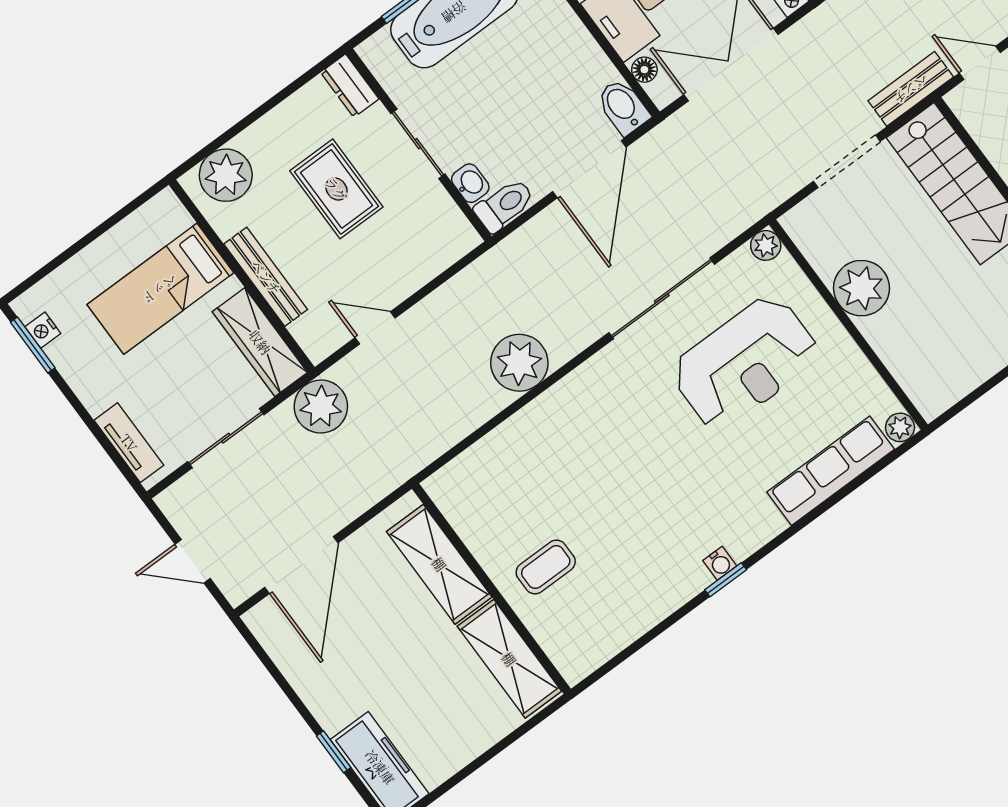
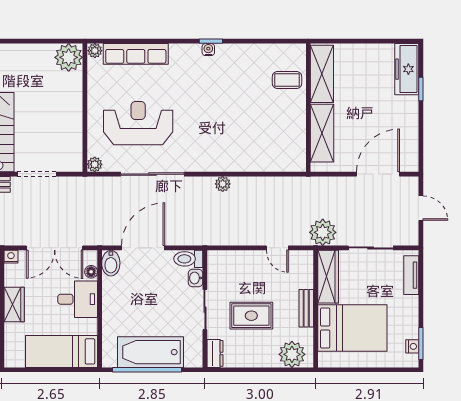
rug: (336, 189) -> (251, 316), turned 90
bench: (266, 277) -> (306, 308), width x0.73
plant: (861, 288) -> (69, 57), moved
bed: (160, 289) -> (352, 328), width x1.50
plant: (519, 363) -> (223, 184), width x0.53, depth x0.53
coffee table: (546, 567) -> (287, 80), moved

